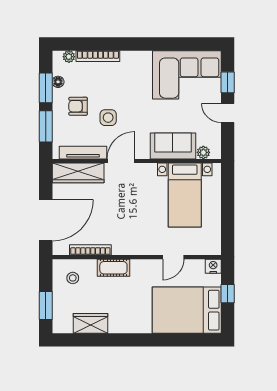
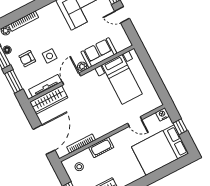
plant: (203, 152) -> (82, 67), moved
door: (173, 257) -> (135, 121), hinge flipped

